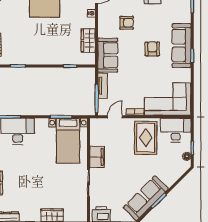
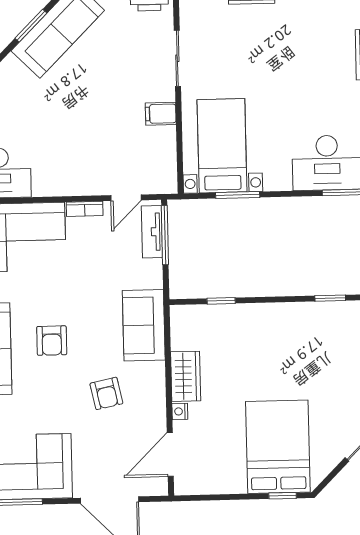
armchair: (127, 23) -> (106, 393), turned -102
wardrobe: (88, 41) -> (186, 376), moved
tv unit: (103, 86) -> (152, 232), moved
rug: (146, 138) -> (61, 156), removed
filing cabinet: (97, 157) -> (161, 114), width x0.50

